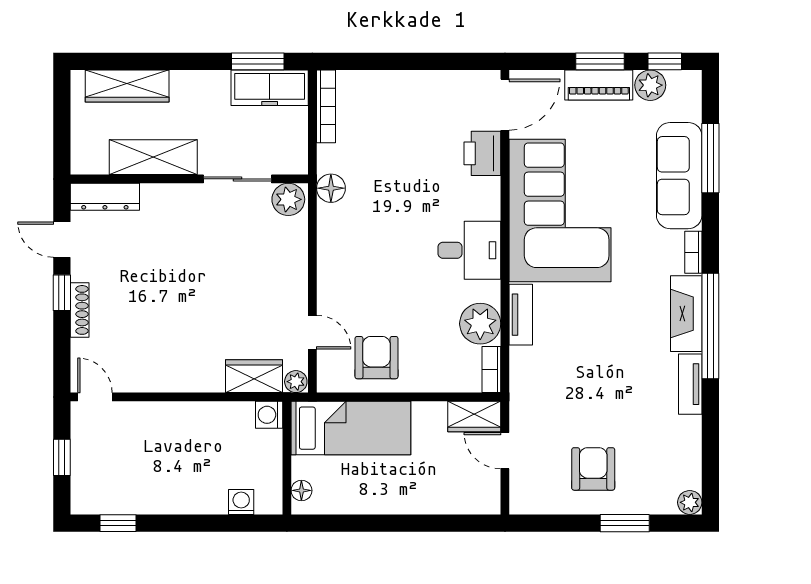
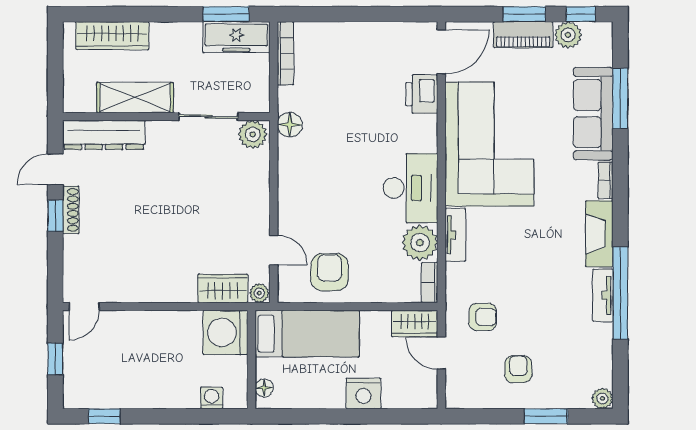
dresser: (105, 197) -> (104, 135), width x1.37, depth x1.24
door: (62, 240) -> (55, 169), hinge flipped
desk: (469, 250) -> (410, 188), width x1.37
shoe rack: (80, 310) -> (71, 210), moved
window: (710, 326) -> (620, 293), moved
door: (95, 397) -> (84, 306), swing flipped
armchair: (552, 409) -> (483, 317), added
washing machine: (269, 415) -> (225, 332), width x1.89, depth x1.89
armchair: (593, 469) -> (518, 369), width x0.72, depth x0.72
nightstand: (415, 497) -> (363, 393), added

